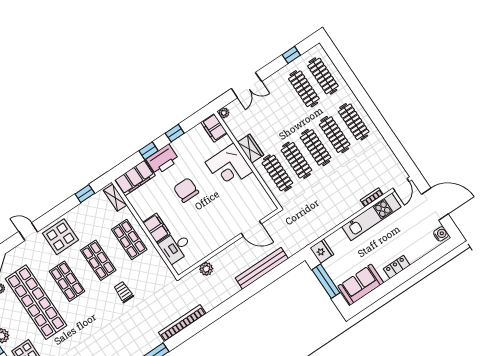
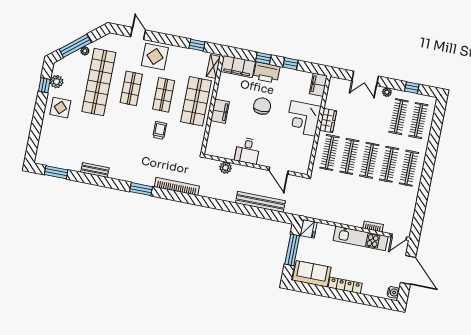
plant: (224, 113) -> (387, 92), moved
shop shelf: (129, 239) -> (196, 101), width x1.43, depth x1.36
desk: (176, 247) -> (247, 151), moved, turned -90
locker: (397, 267) -> (345, 285), width x1.53

